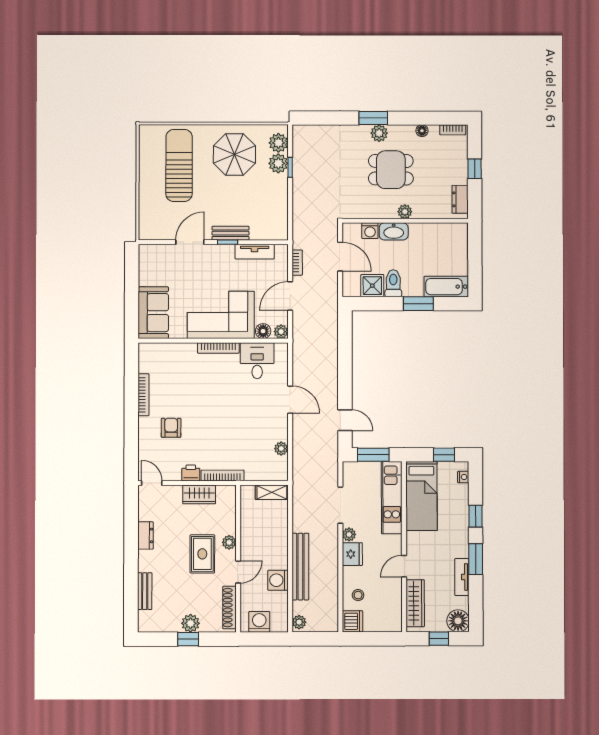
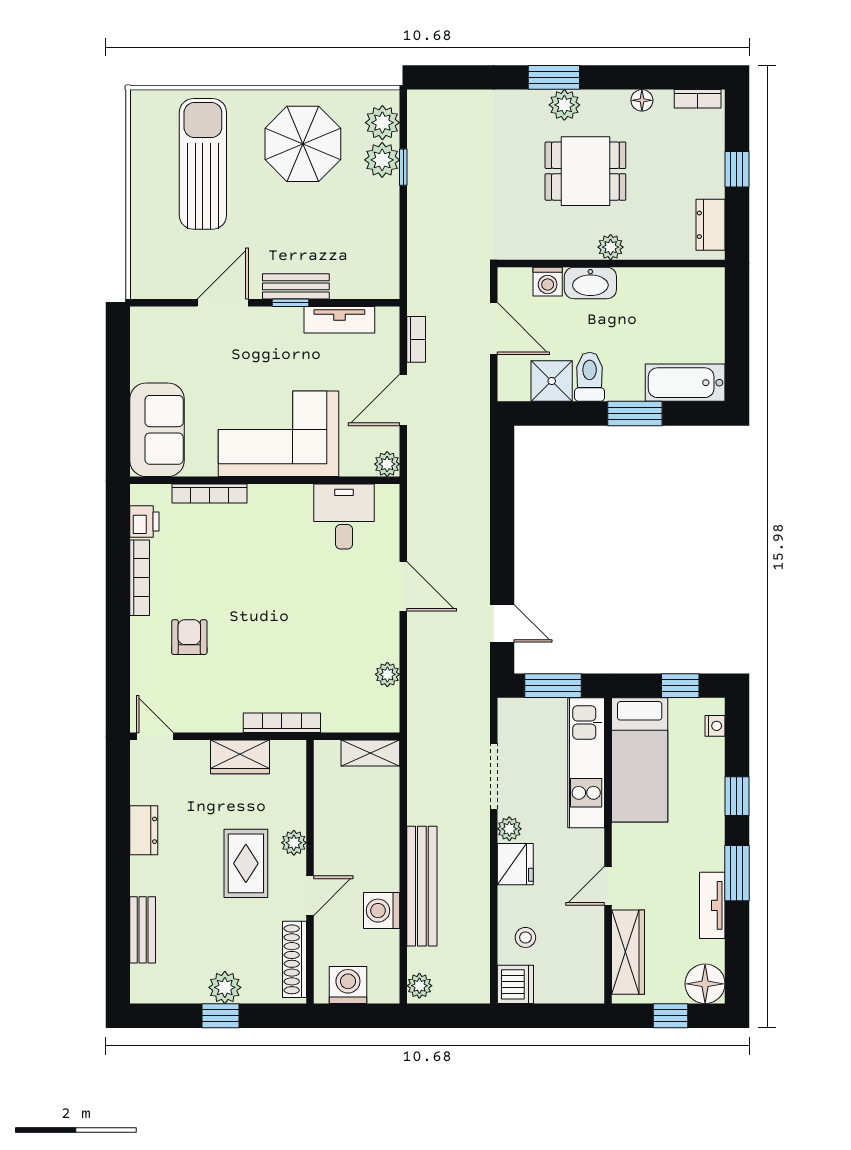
floor lamp: (263, 331) -> (355, 463), removed
bookcase: (218, 348) -> (210, 494), moved
printer: (191, 473) -> (144, 521), moved, turned 90

